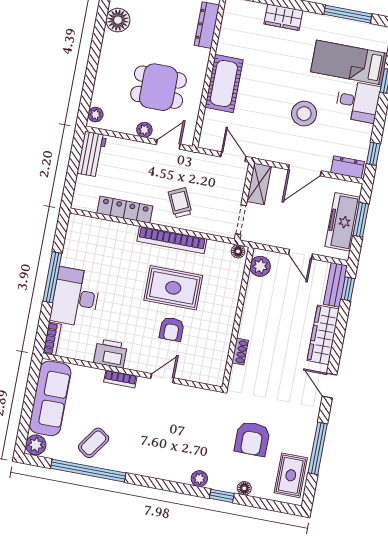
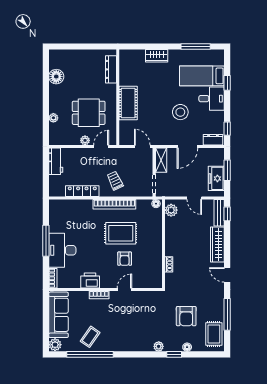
plant: (95, 115) -> (53, 118), moved
freezer: (343, 222) -> (216, 178), width x0.71

